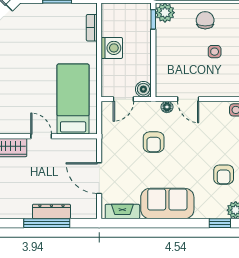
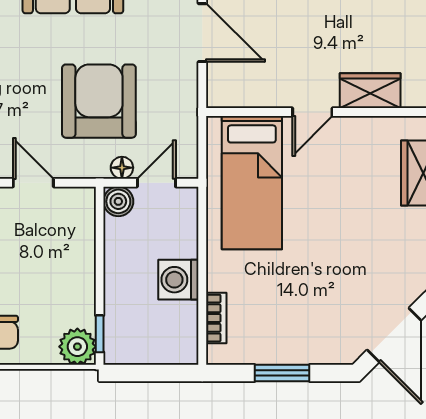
floor lamp: (167, 107) -> (122, 168), moved
door: (41, 136) -> (312, 112), hinge flipped
armchair: (154, 142) -> (99, 101), width x1.88, depth x1.88

